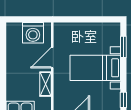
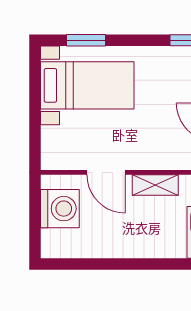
bed with nightstands: (95, 68) -> (87, 85), moved, turned -90

